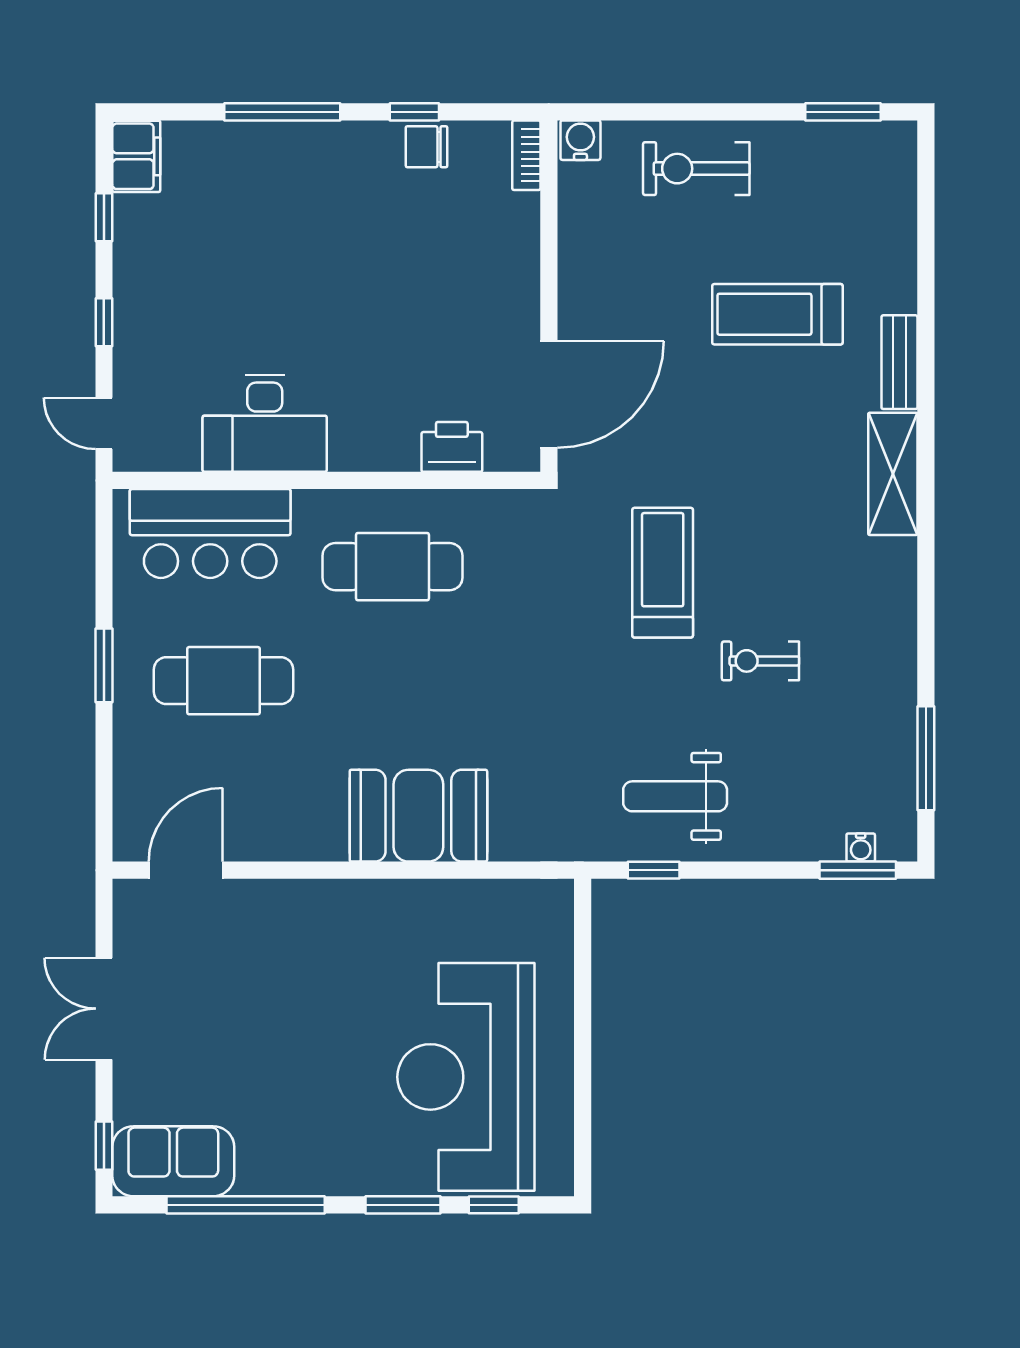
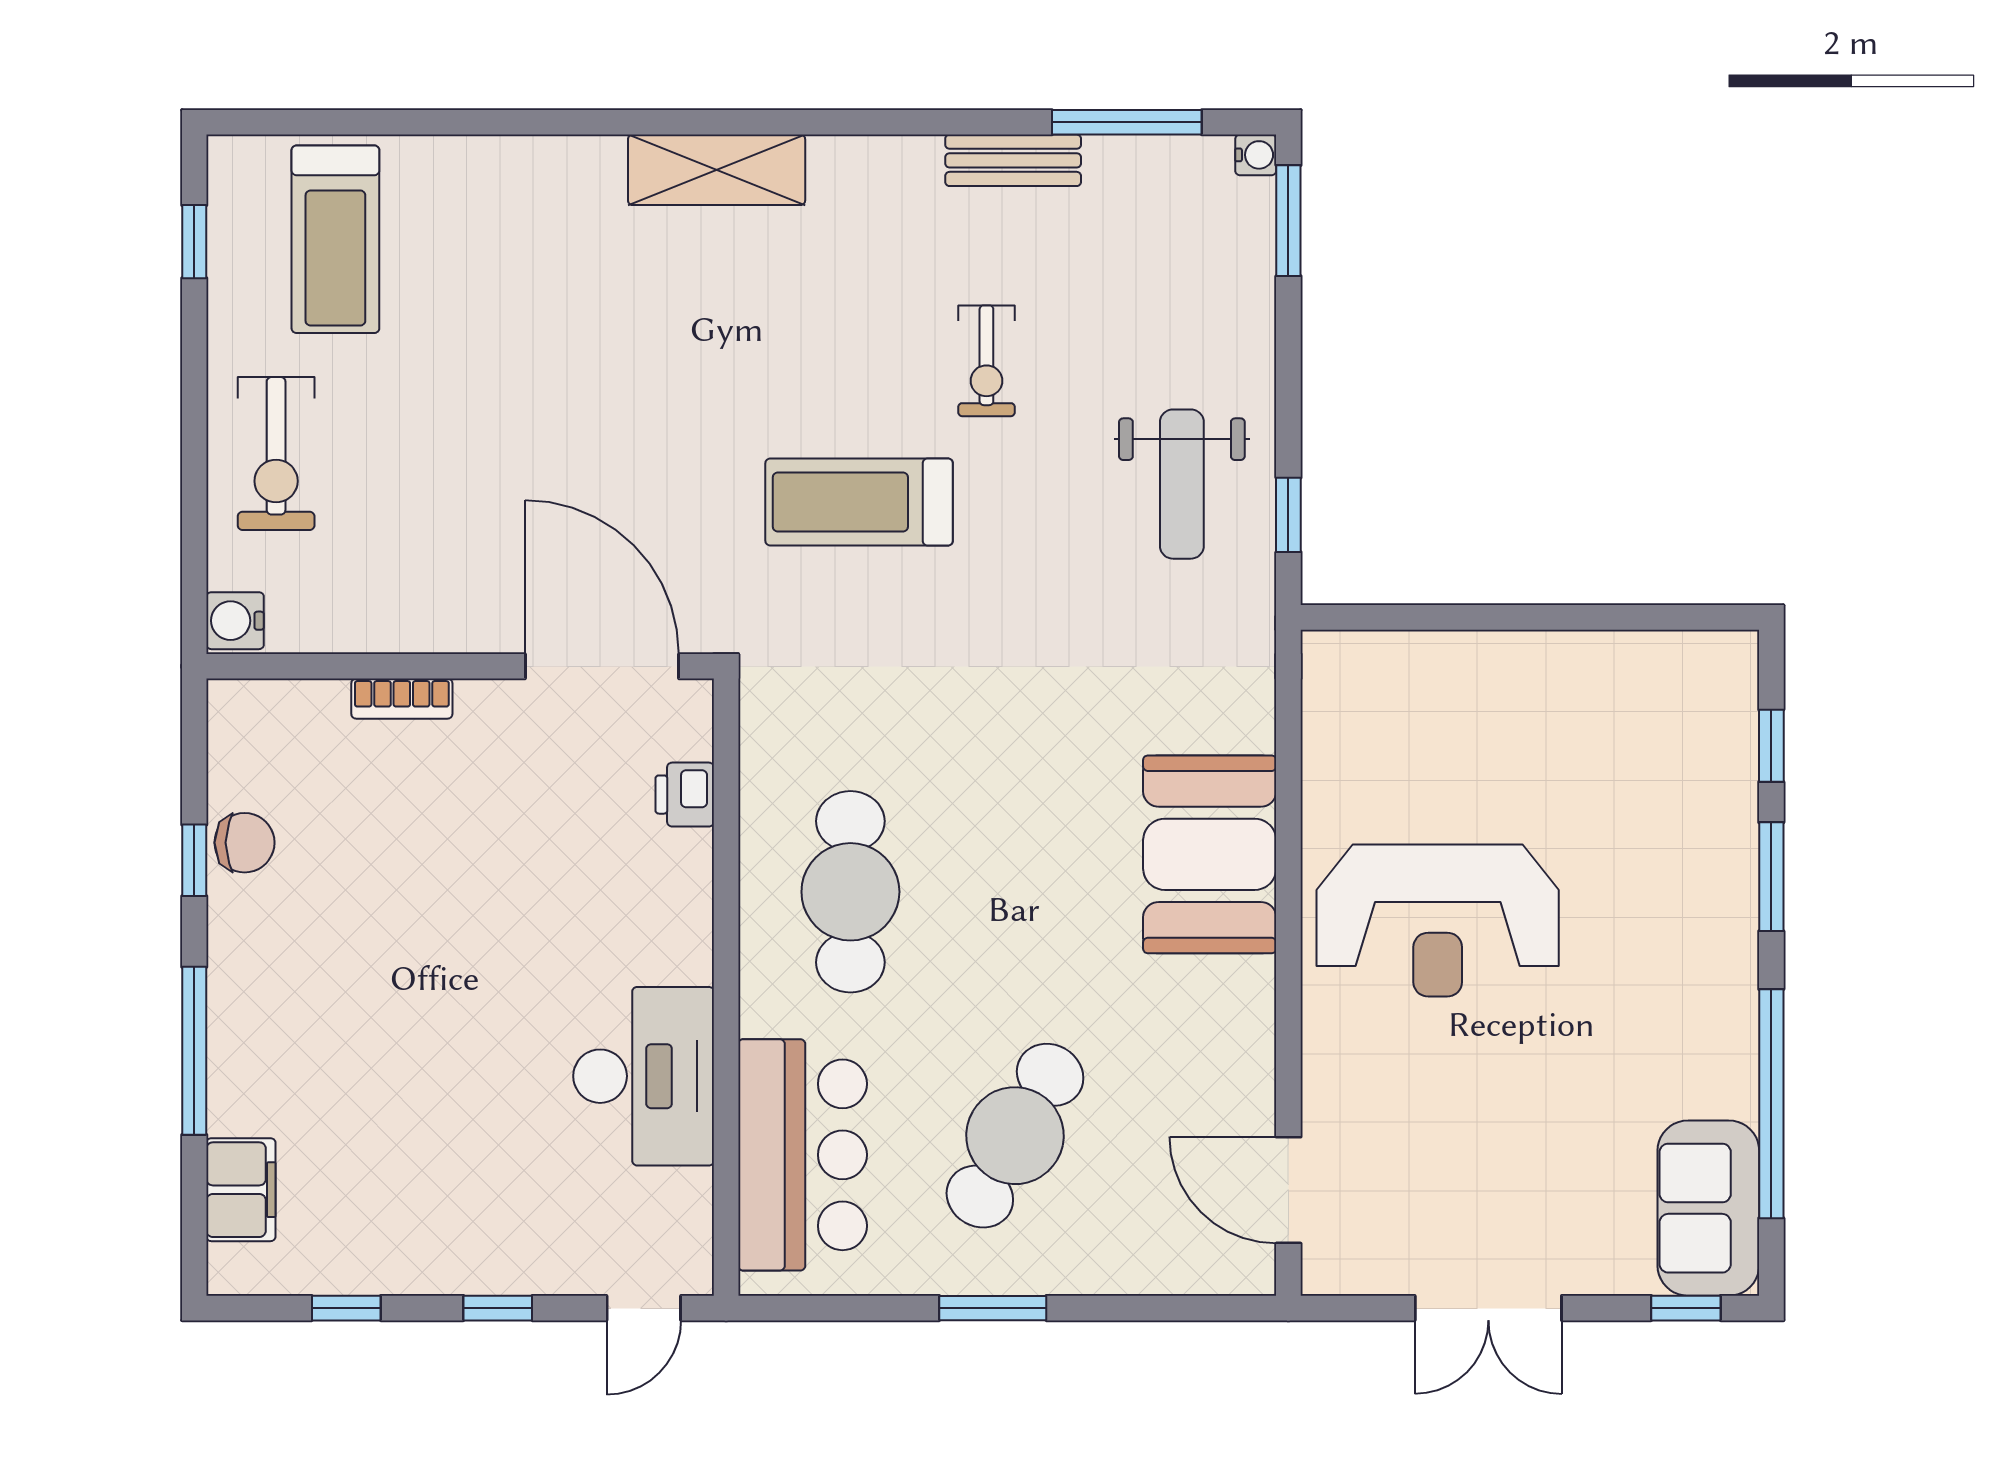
window: (843, 112) -> (194, 242), width x0.67
chair: (427, 147) -> (245, 843), turned -90
bookcase: (526, 155) -> (402, 699), moved
filing cabinet: (136, 156) -> (241, 1190), moved, turned 90
treadmill: (777, 314) -> (335, 239), moved
bench: (899, 362) -> (1013, 160), moved
printer: (452, 447) -> (685, 795), width x0.73, depth x0.81
cafe table: (223, 681) -> (1015, 1136), turned 30
water cooler: (861, 848) -> (1256, 155), moved
reception desk: (466, 1077) -> (1438, 920), moved, width x0.74, depth x0.77

